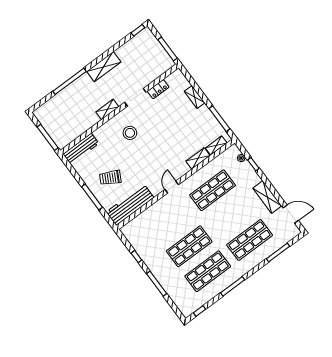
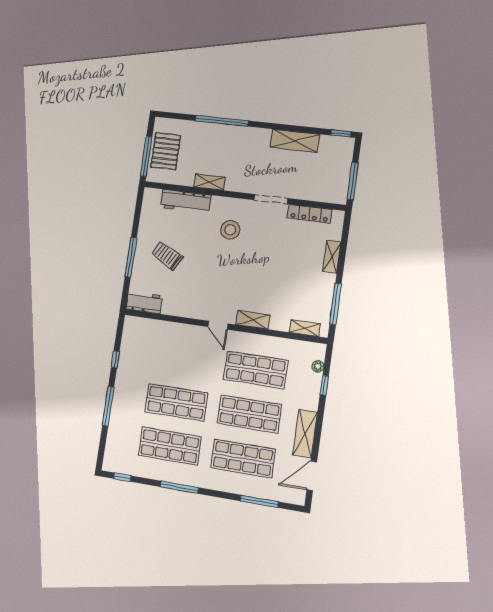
shelving: (104, 67) -> (295, 141), moved
locker: (158, 89) -> (310, 214), width x1.53
shelving: (107, 109) -> (210, 182), moved
pallet: (55, 125) -> (166, 151), added
workbench: (81, 149) -> (186, 201), moved
shelving: (198, 158) -> (253, 320), moved
door: (172, 187) -> (218, 325), swing flipped
workbench: (130, 205) -> (144, 302), width x0.53, depth x0.76
door: (291, 214) -> (312, 476), swing flipped
shop shelf: (231, 215) -> (249, 414), added

